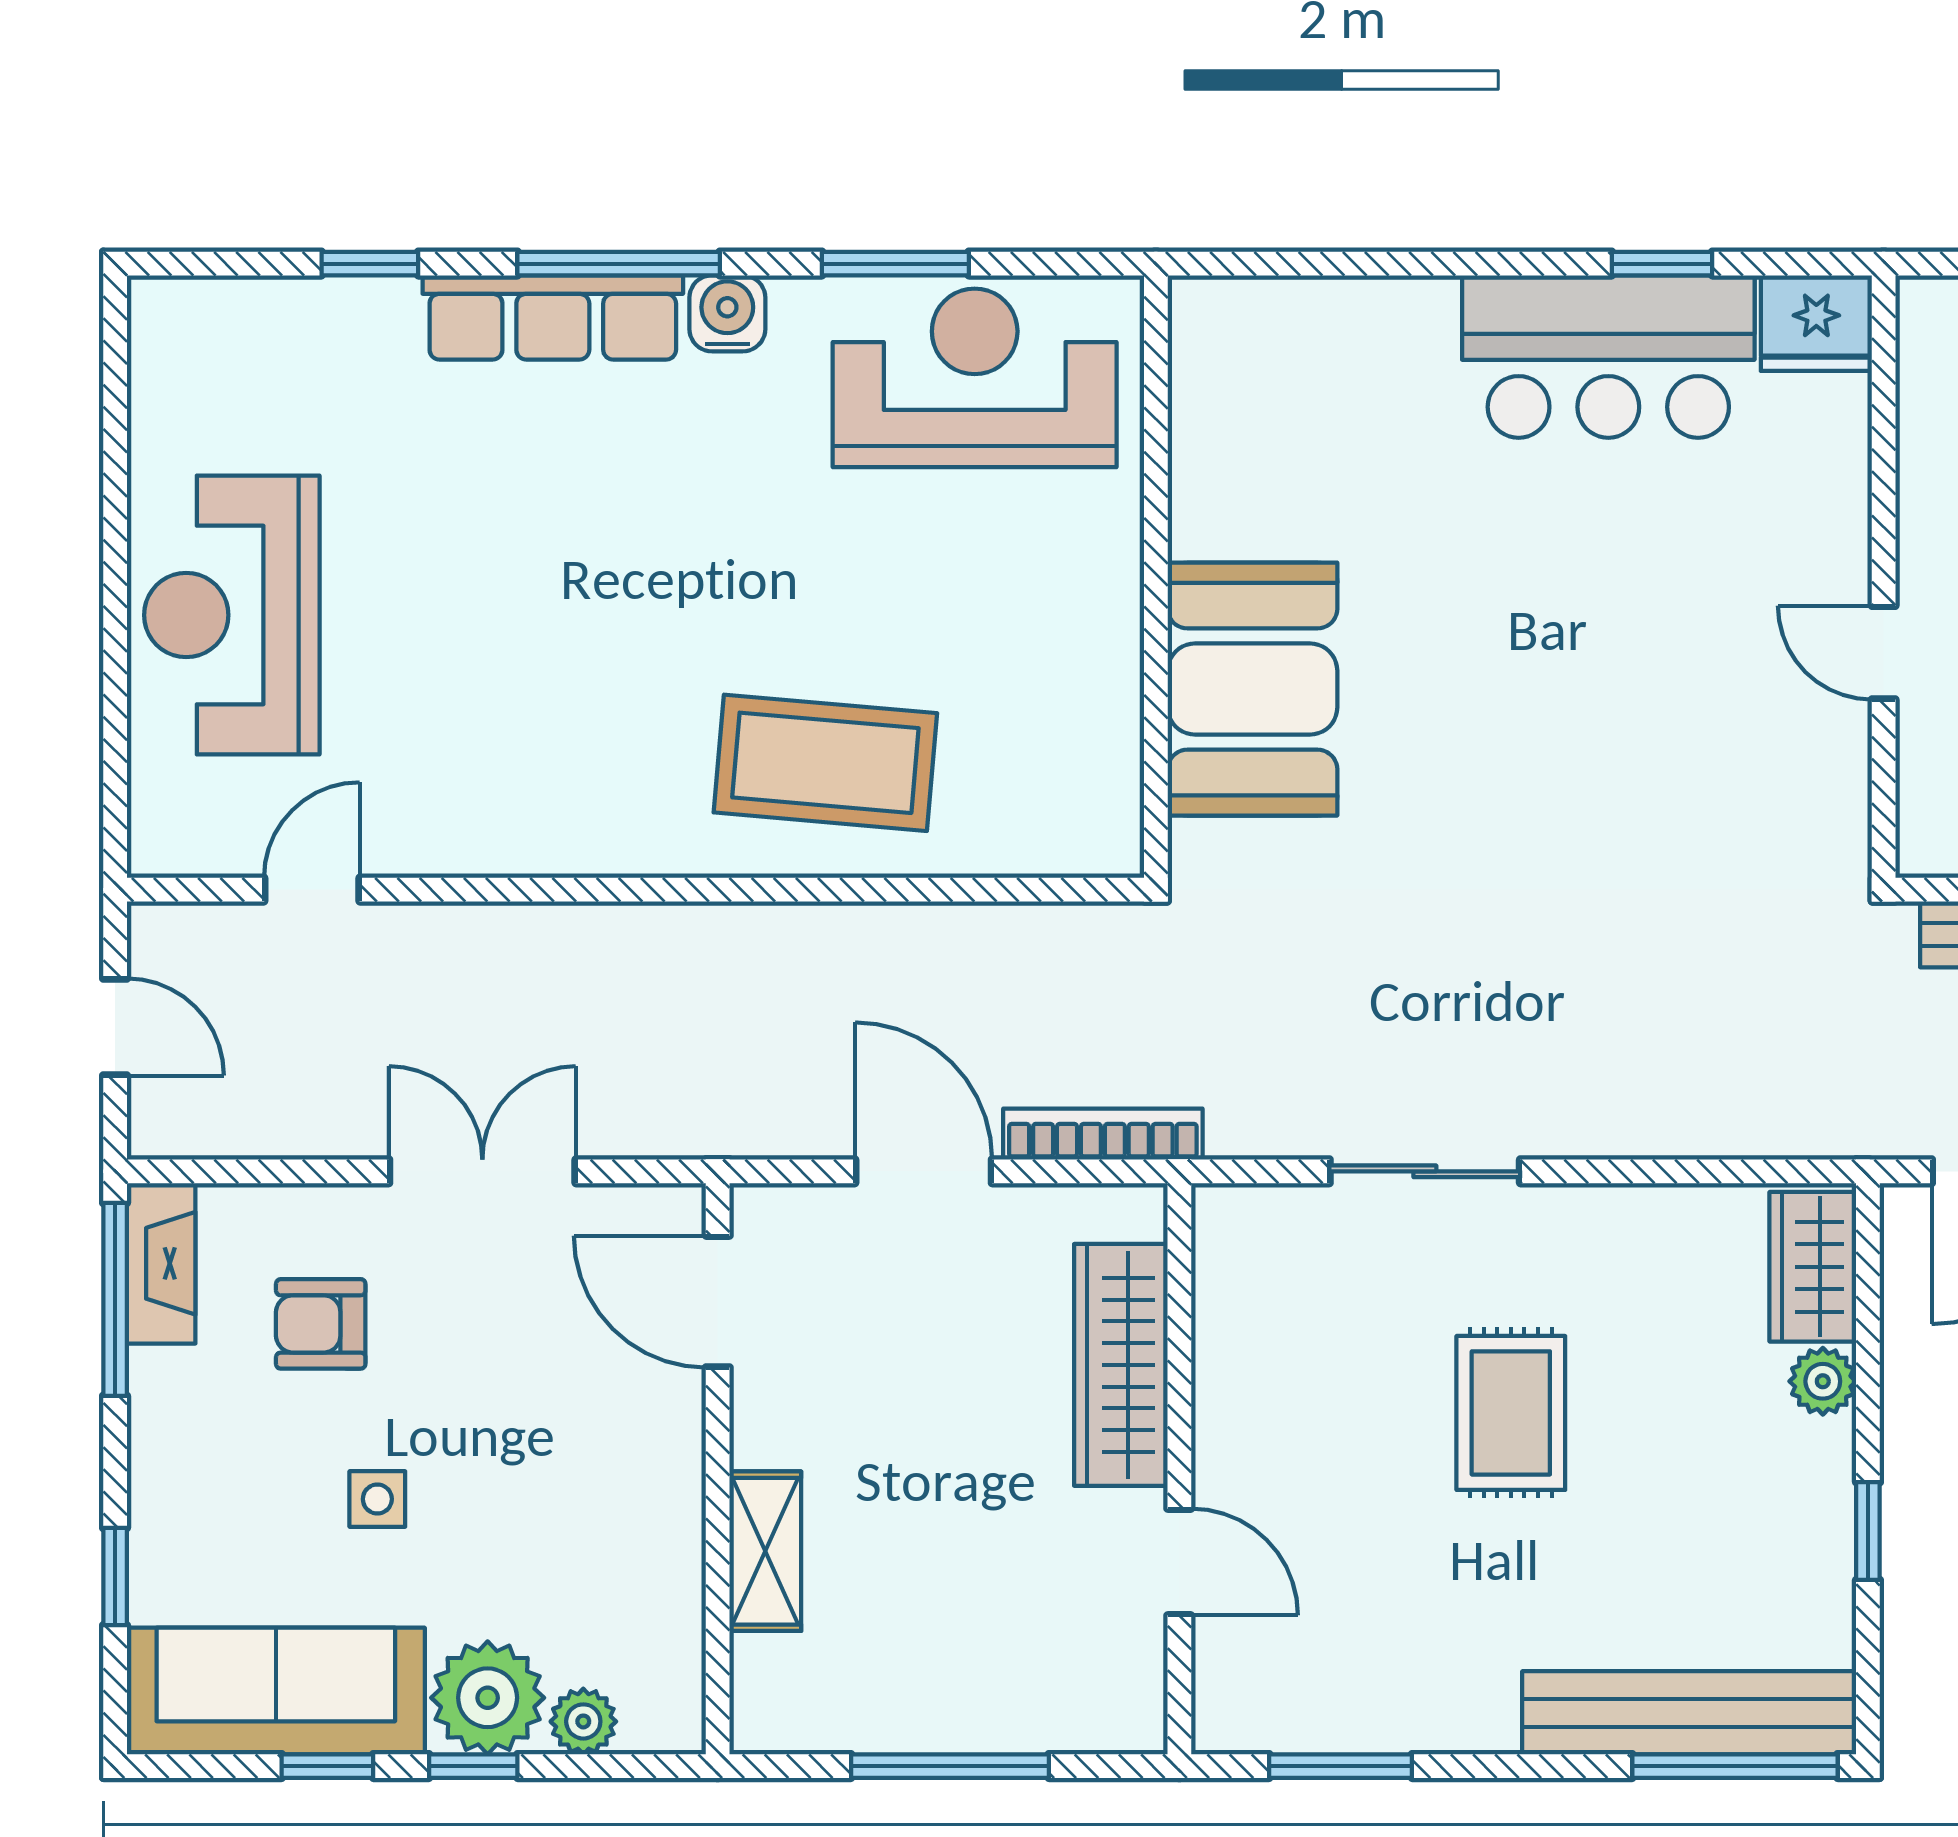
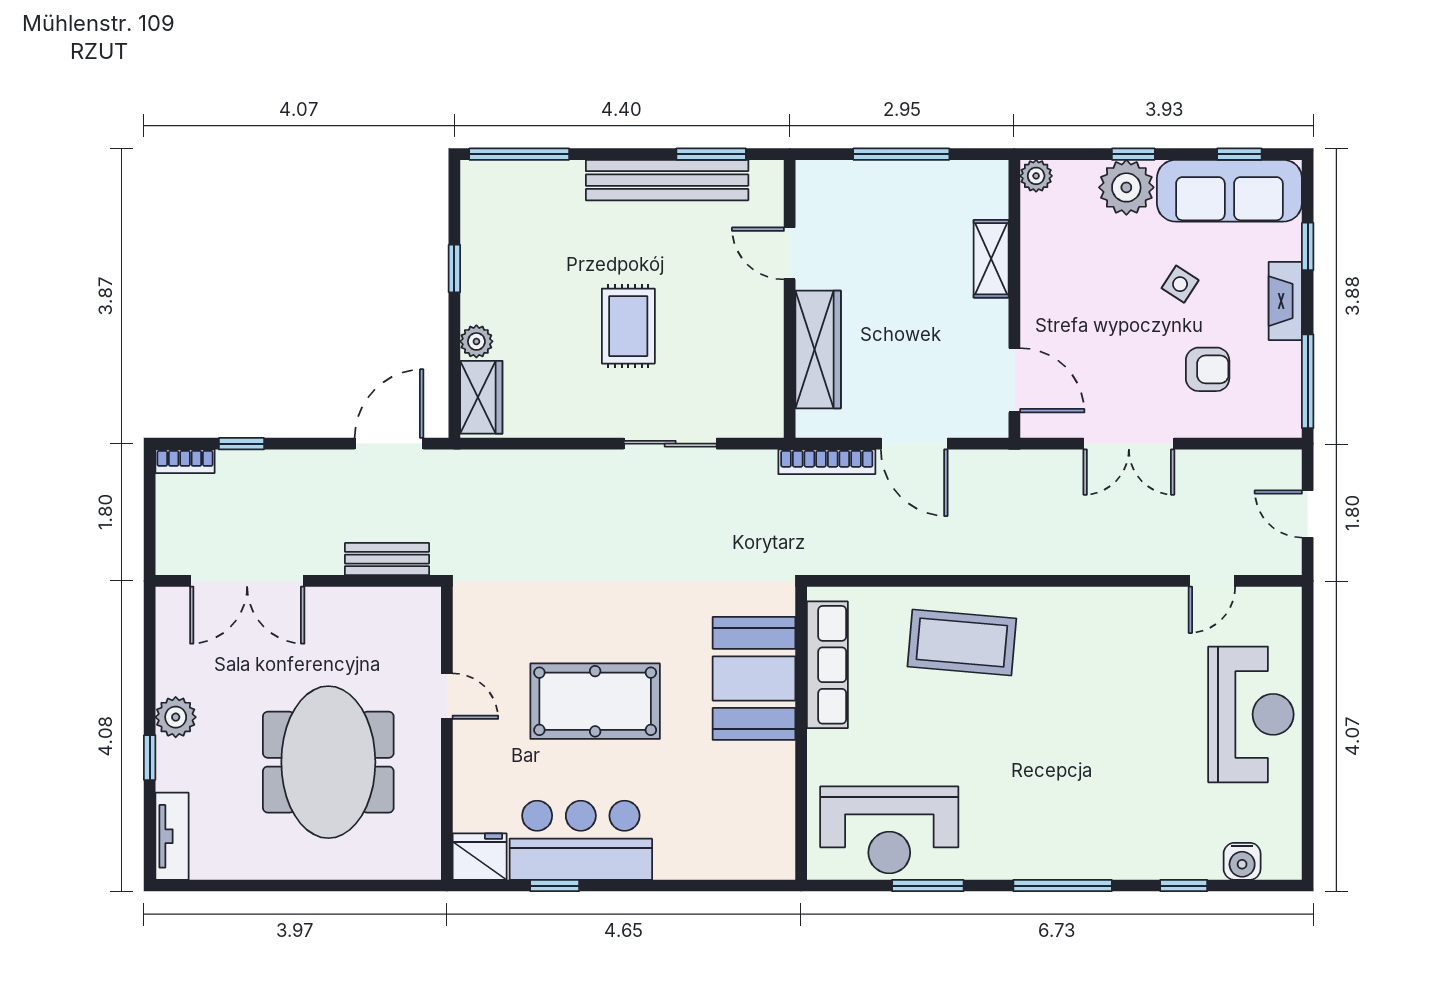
water cooler: (727, 313) -> (1242, 861), moved
row of seats: (553, 317) -> (827, 665), moved, turned 90
pool table: (1579, 642) -> (595, 701), added
fireplace: (161, 1263) -> (1285, 301), moved
side table: (377, 1499) -> (1180, 284), turned 33
bench: (1689, 1713) -> (667, 180), moved
plant: (583, 1721) -> (1036, 176), moved
window: (327, 1766) -> (1239, 154), moved

